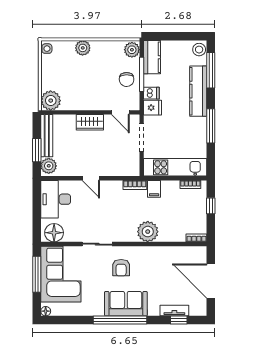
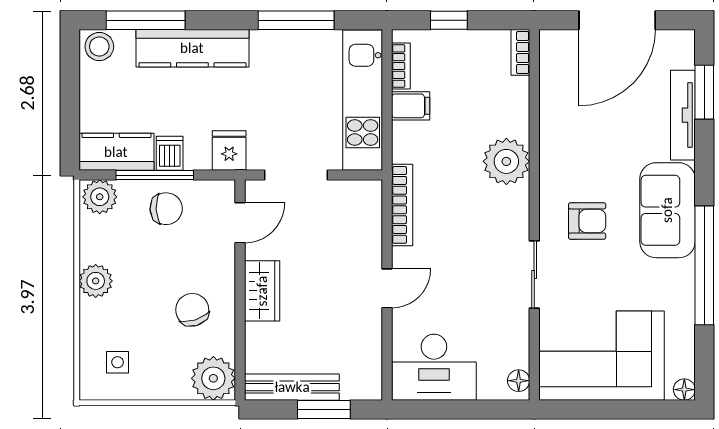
plant: (83, 48) -> (96, 281), moved
side table: (47, 49) -> (118, 362), moved
chair: (81, 91) -> (192, 310), added
dishwasher: (151, 93) -> (170, 153), moved
window: (211, 126) -> (296, 20), moved
plant: (49, 166) -> (359, 383), removed
bookcase: (135, 185) -> (402, 205), width x1.56
filing cabinet: (154, 189) -> (411, 106), moved
floor lamp: (54, 233) -> (519, 381), width x0.53, depth x0.53
window: (37, 274) -> (602, 410), removed
tv unit: (174, 311) -> (683, 115), width x1.41
window: (120, 320) -> (704, 265), moved
window: (179, 320) -> (704, 92), width x1.50

